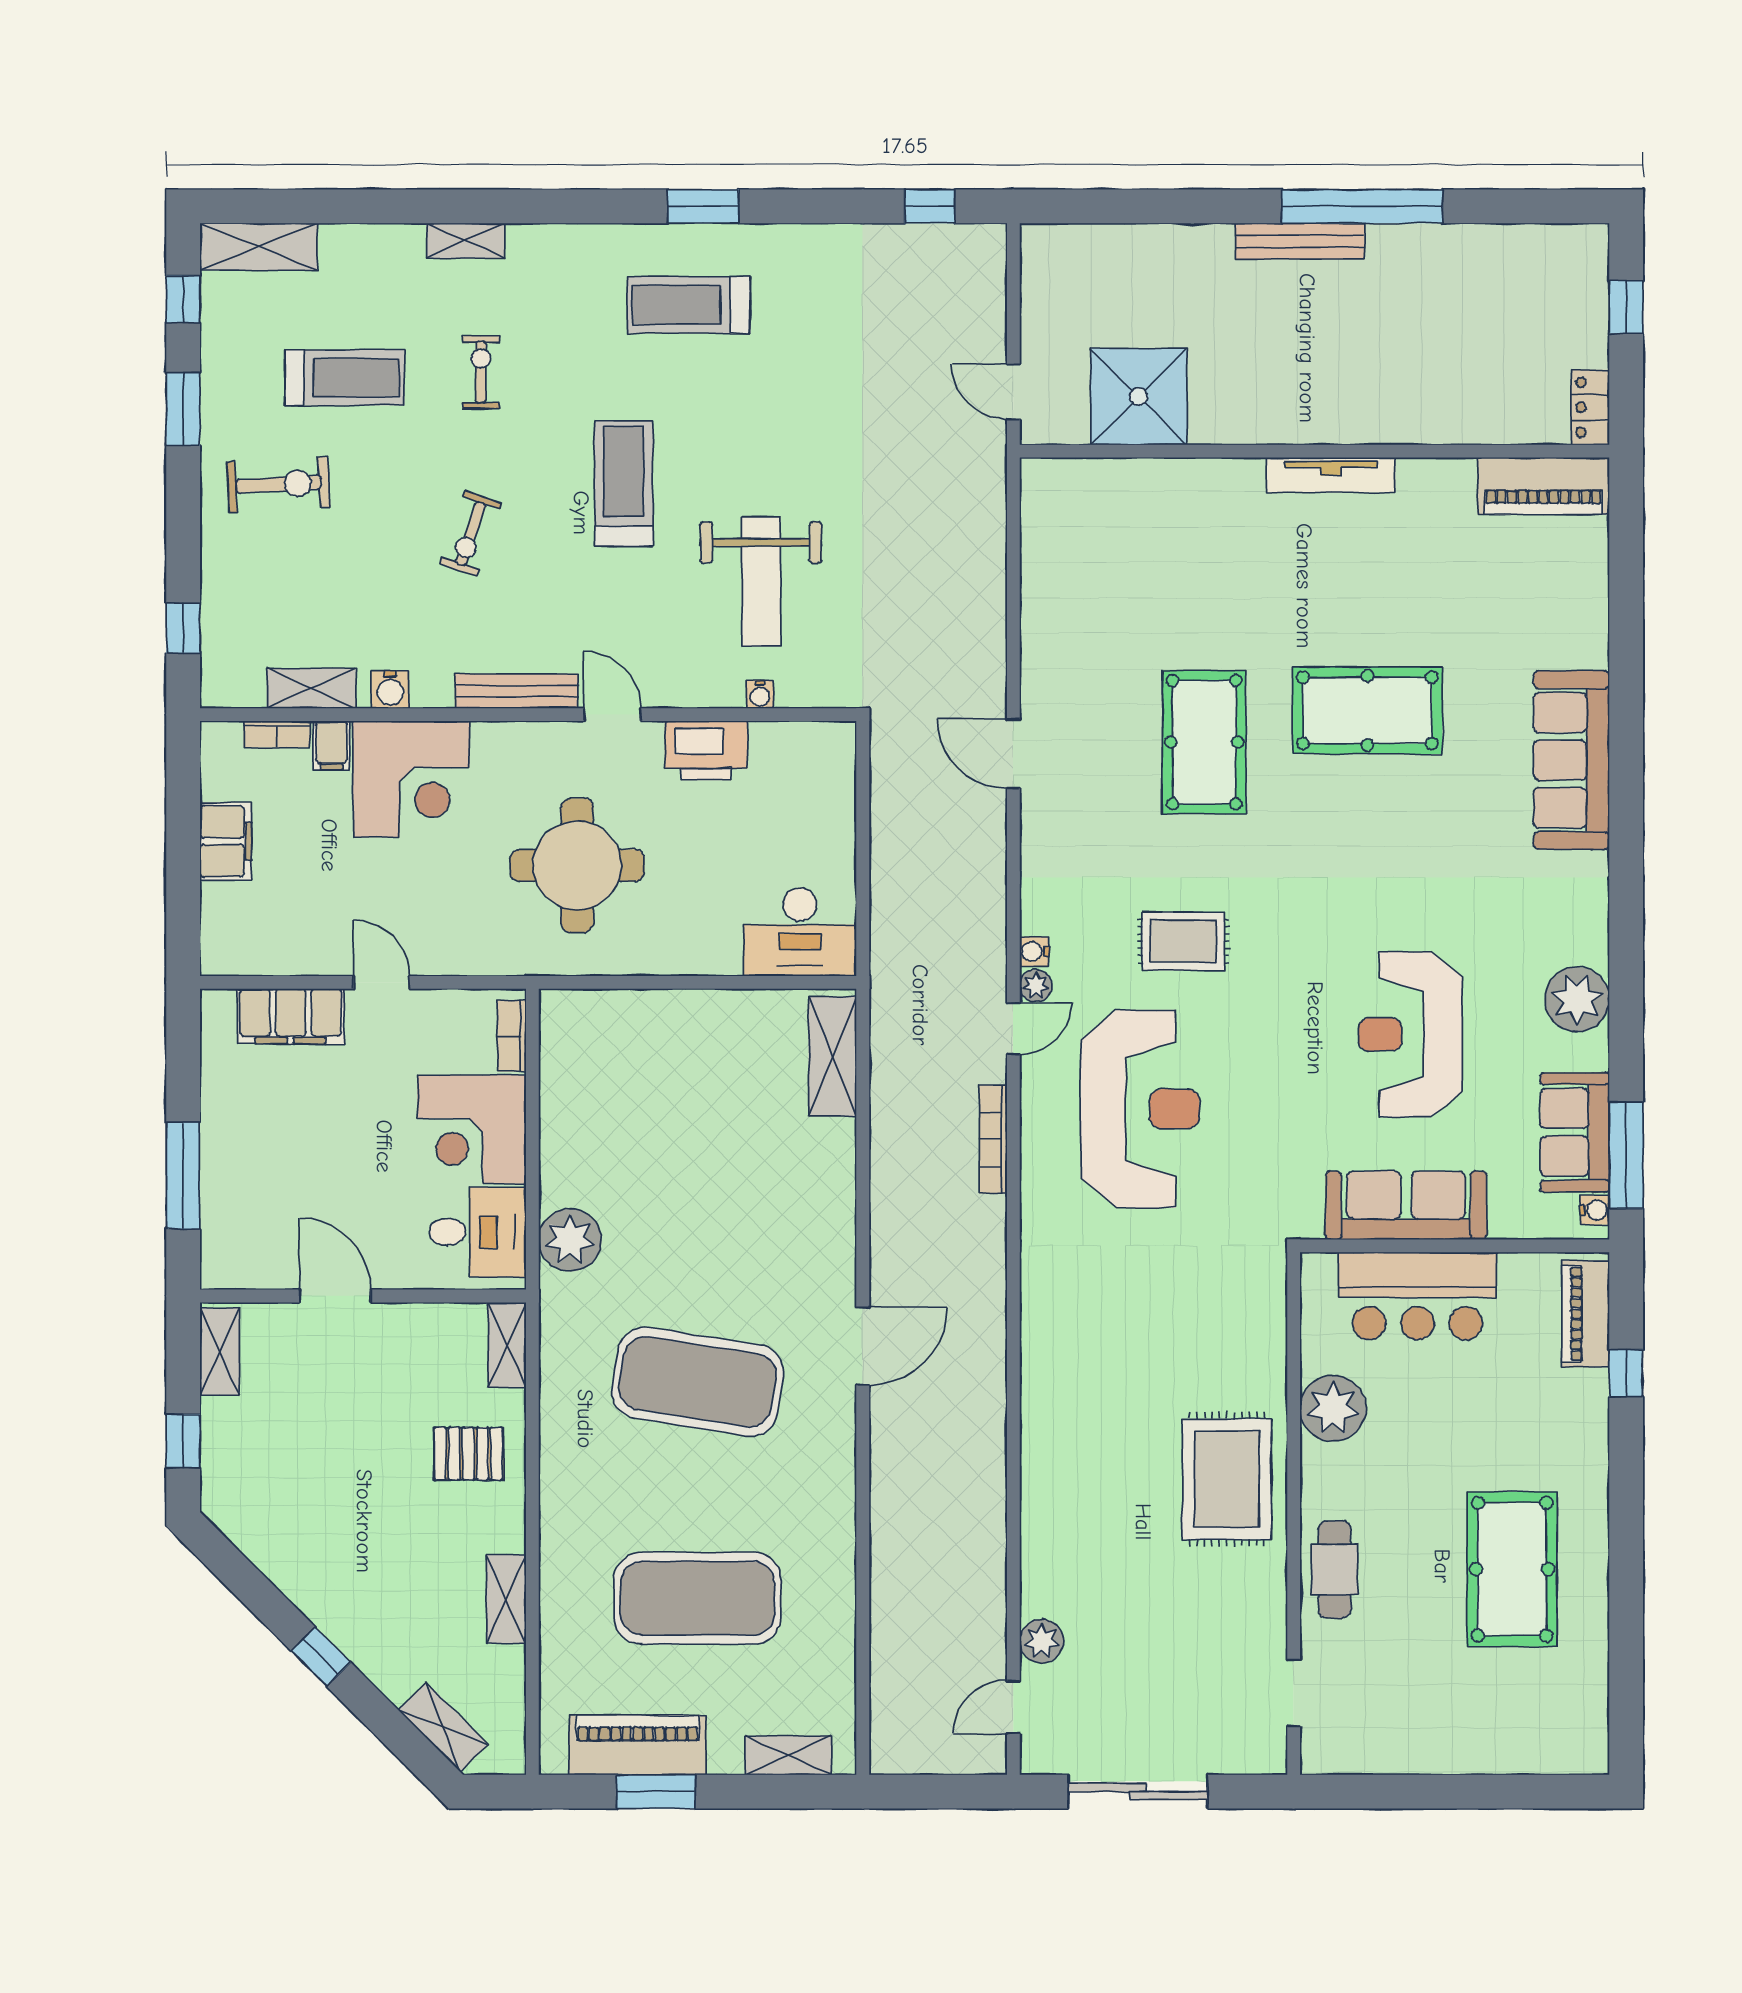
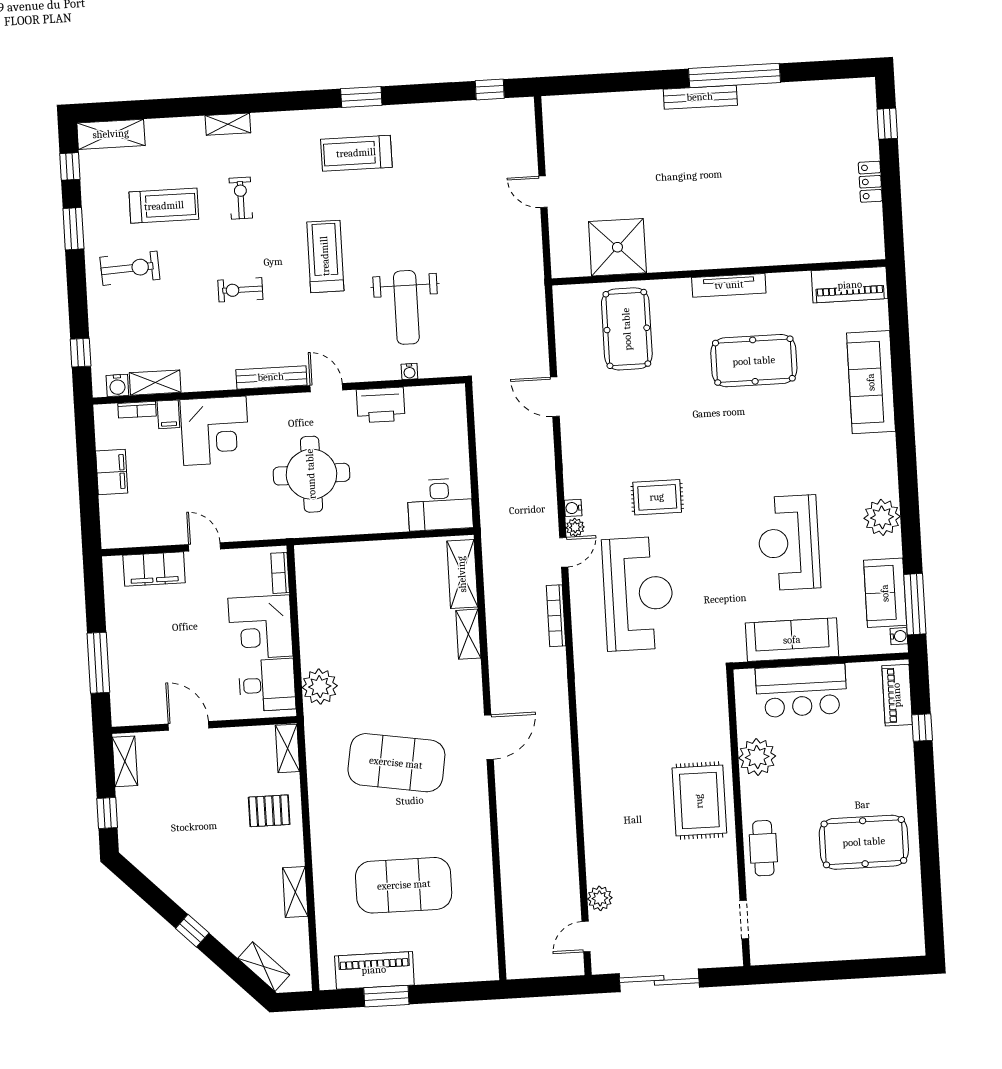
shower: (1139, 397) -> (617, 247), moved
wall: (1314, 451) -> (719, 272), moved
tv unit: (1331, 475) -> (729, 285), moved
piano: (1543, 486) -> (850, 285), moved
exercise bike: (471, 534) -> (240, 290), turned 71
water cooler: (390, 689) -> (117, 385), moved
pool table: (1204, 742) -> (627, 329), moved
pool table: (1512, 1569) -> (864, 842), turned 90
shelving: (788, 1755) -> (468, 634), moved, turned 90

